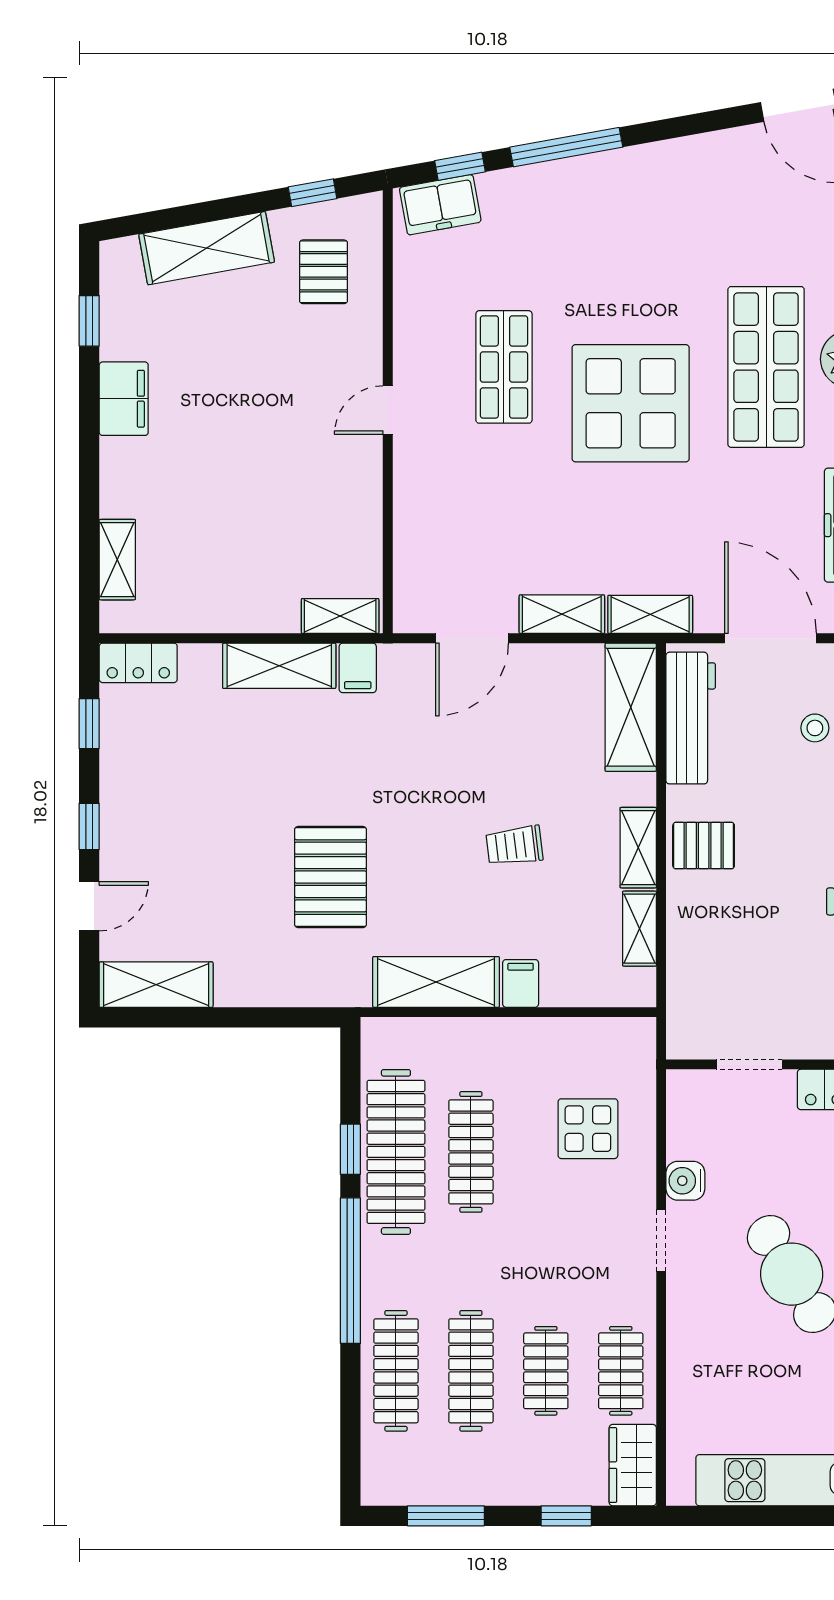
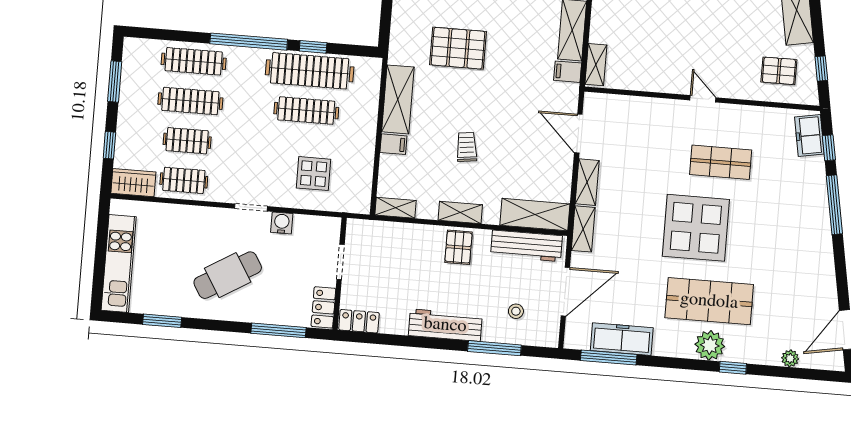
shelving: (639, 929) -> (395, 208), moved

